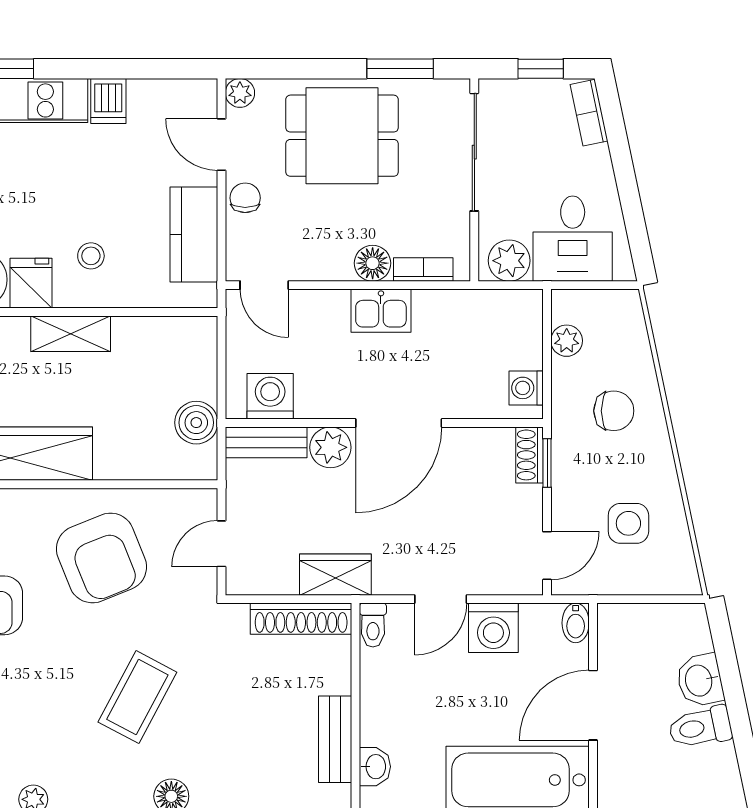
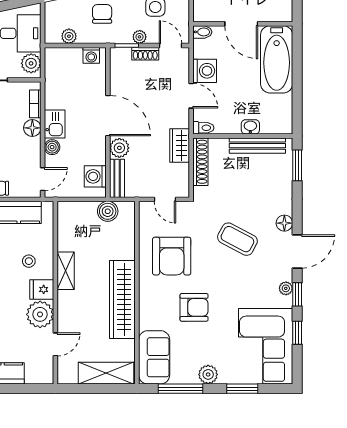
boiler: (332, 305) -> (52, 147), added
shoe rack: (530, 455) -> (145, 54), moved
plant: (565, 490) -> (140, 37), added
armchair: (101, 558) -> (172, 256), turned 112
bench: (335, 739) -> (257, 146), width x1.36
washbasin: (375, 767) -> (250, 127), moved

